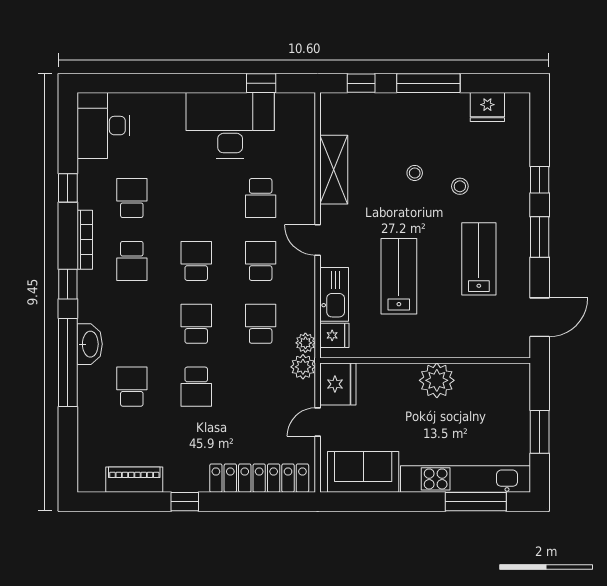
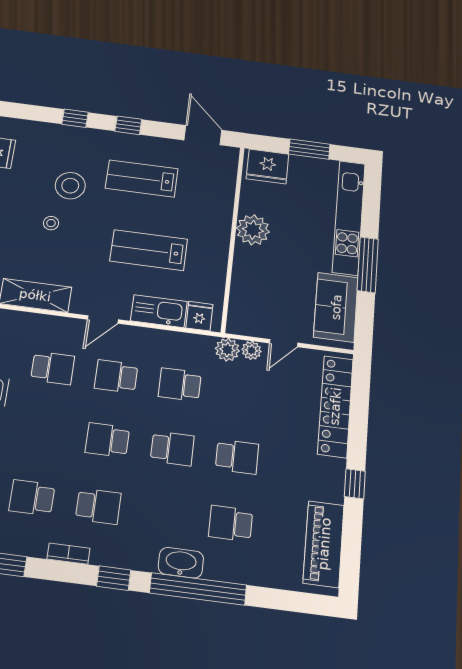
stool: (460, 186) -> (70, 186), width x1.89, depth x1.89
window: (540, 237) -> (128, 125), width x0.67
bookcase: (85, 240) -> (69, 554), width x0.64
school desk: (196, 324) -> (172, 448), turned 180
plant: (305, 343) -> (252, 350), moved
fridge: (338, 384) -> (268, 166), moved, turned 180
door: (318, 422) -> (284, 343), hinge flipped
piano: (134, 480) -> (324, 544), width x1.37, depth x1.33
window: (476, 502) -> (368, 265), moved

